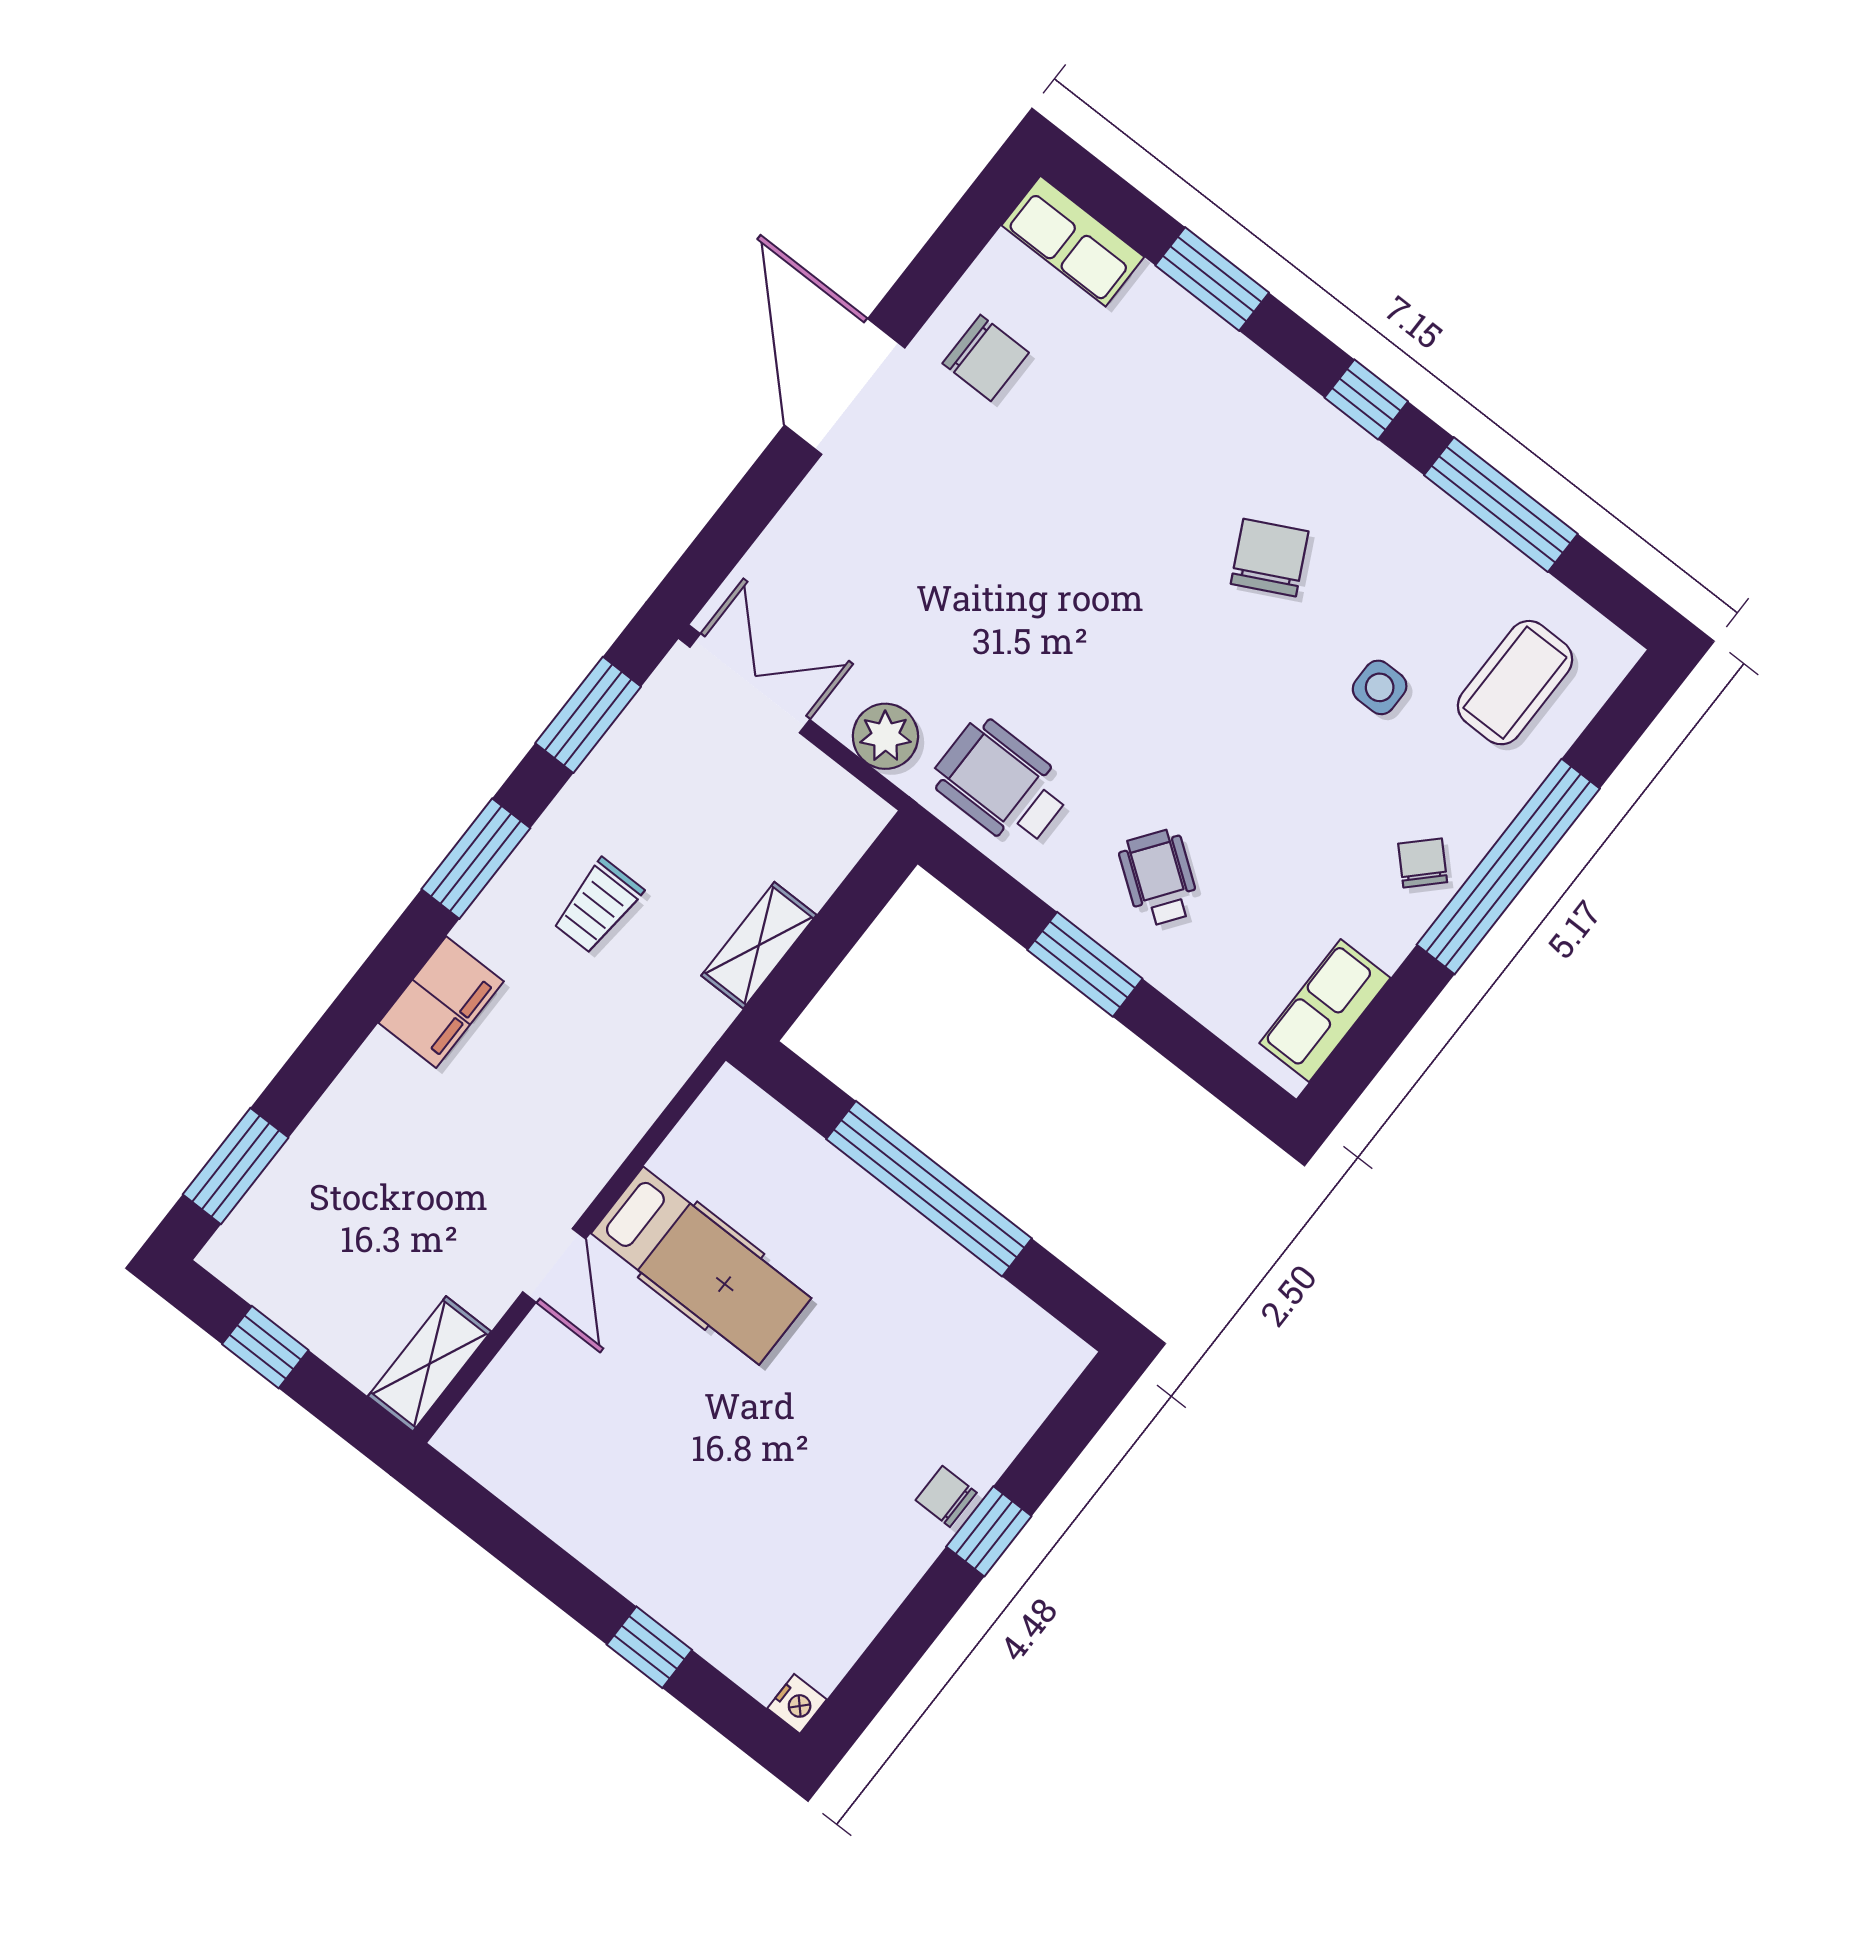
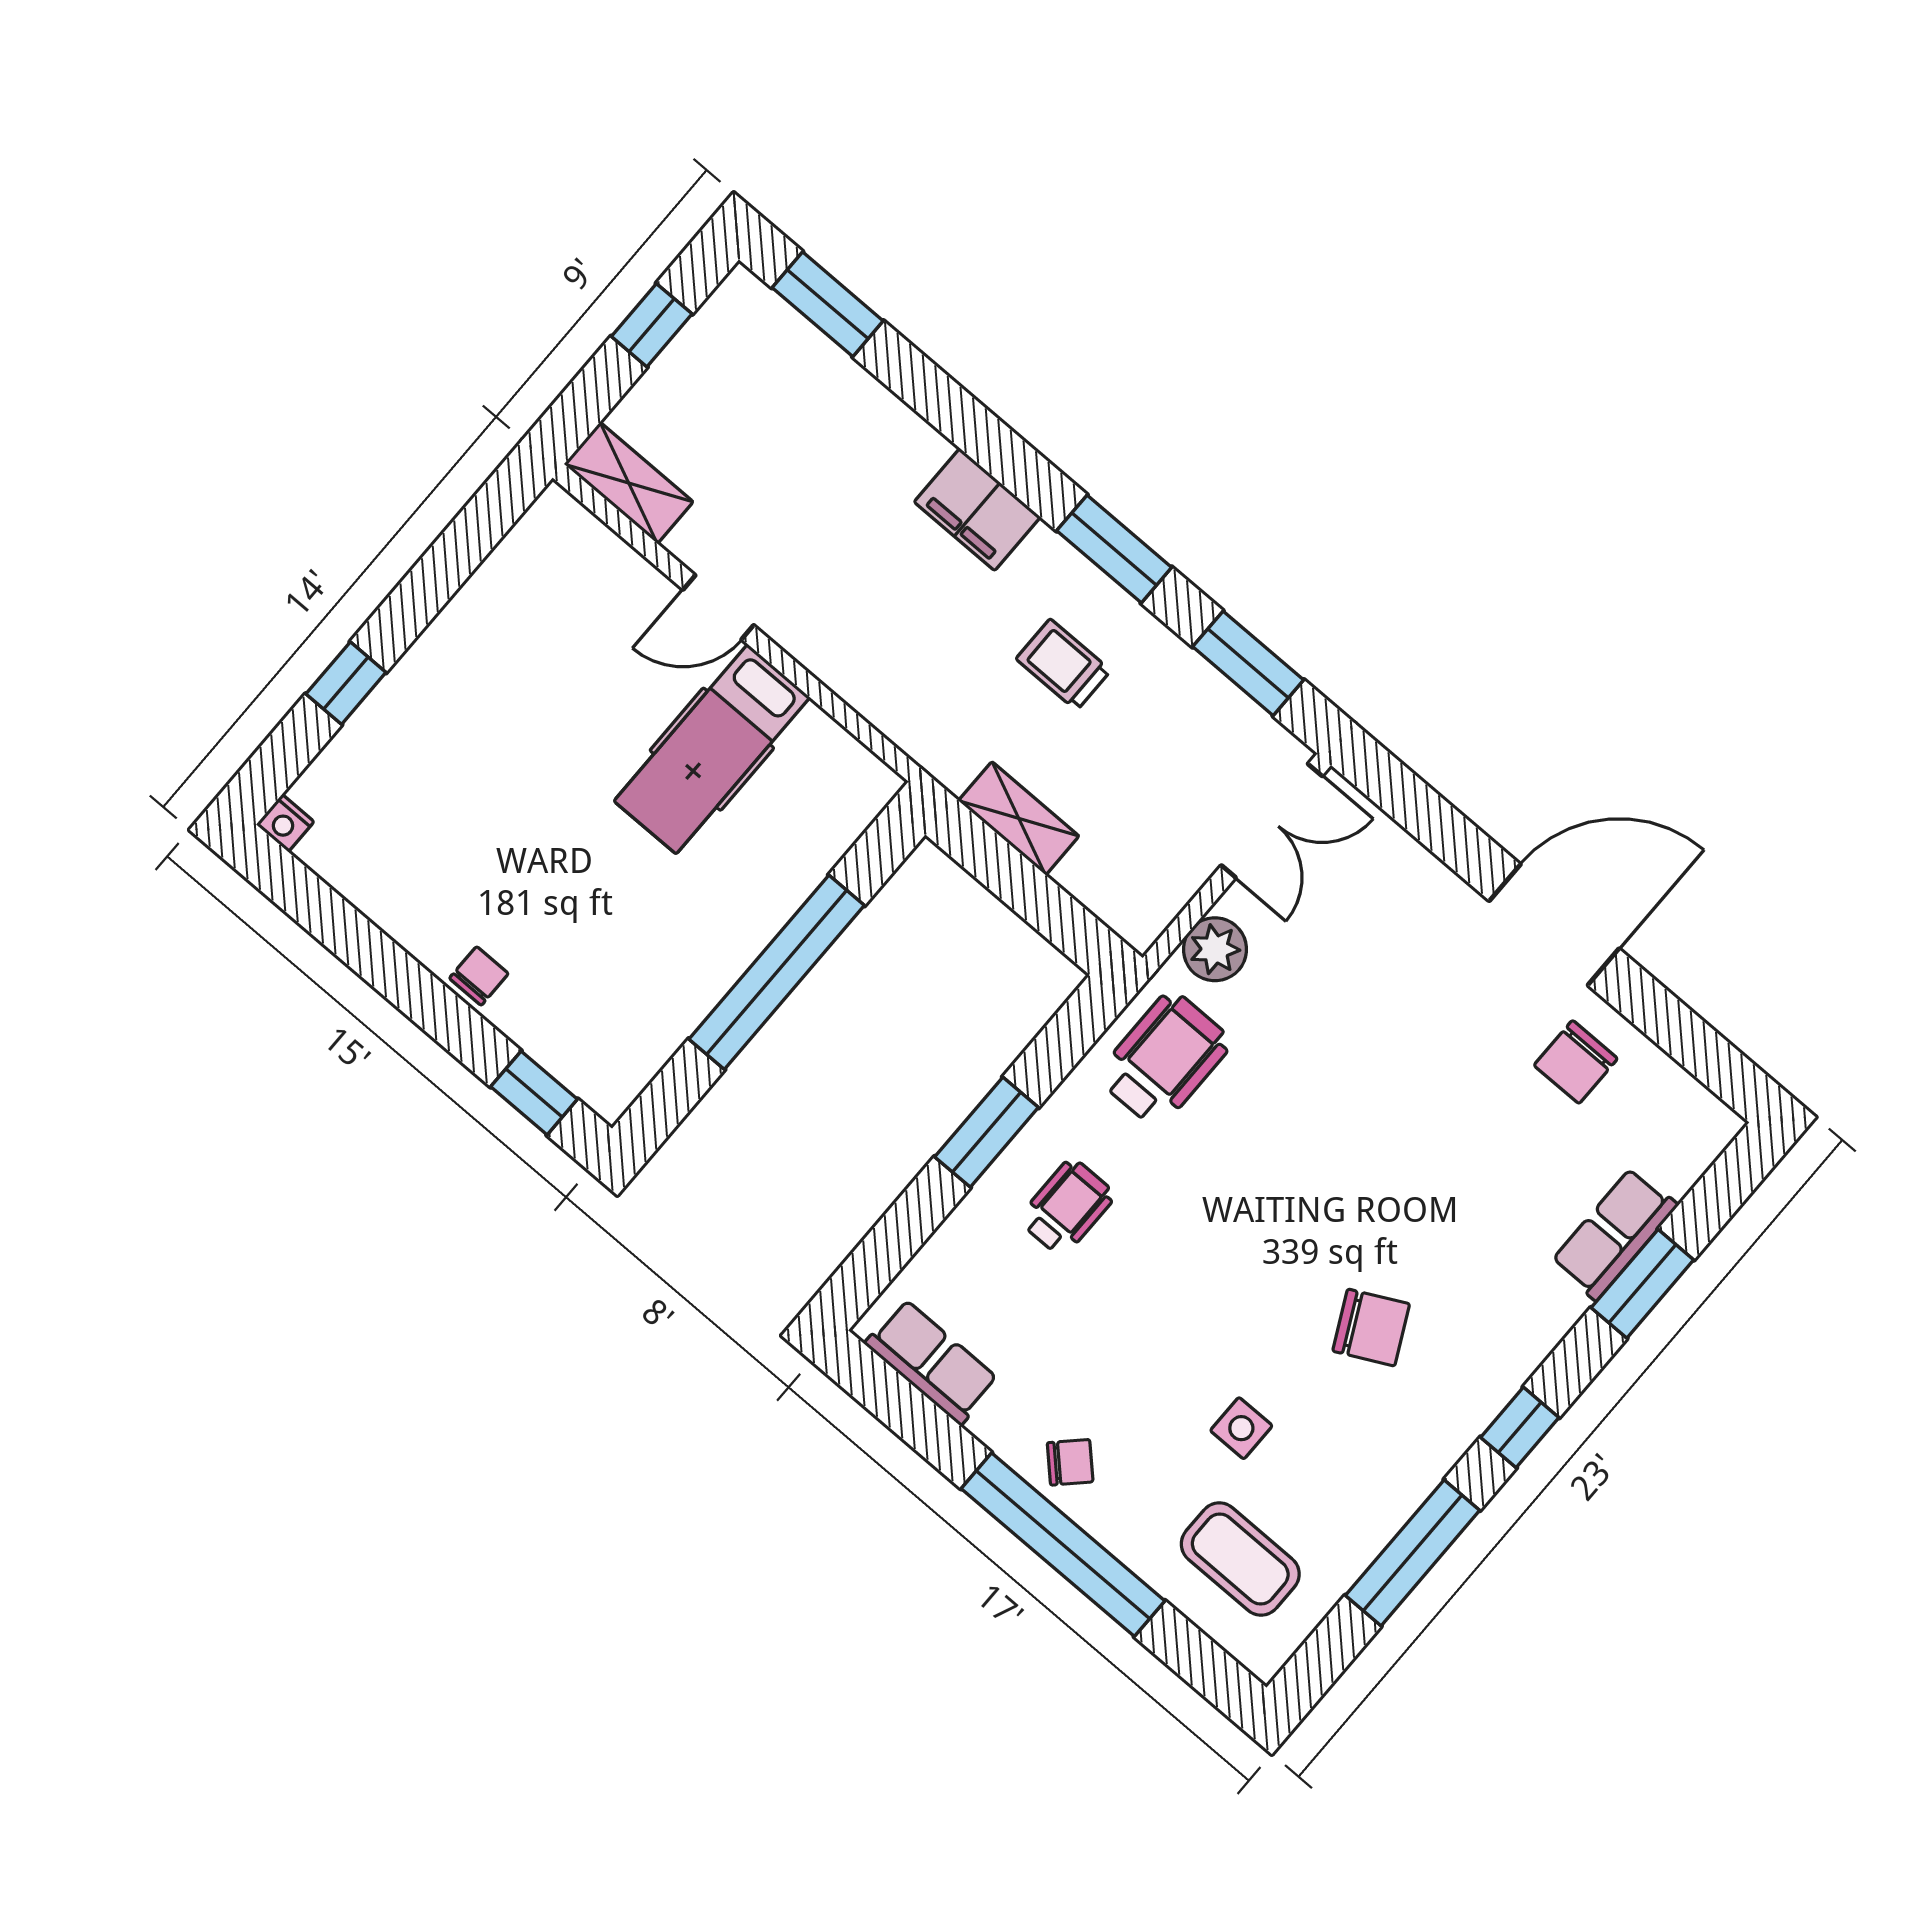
row of seats: (1073, 241) -> (1614, 1234), moved
wheelchair: (1159, 878) -> (1067, 1207), turned -36
window: (989, 1531) -> (534, 1093), moved

